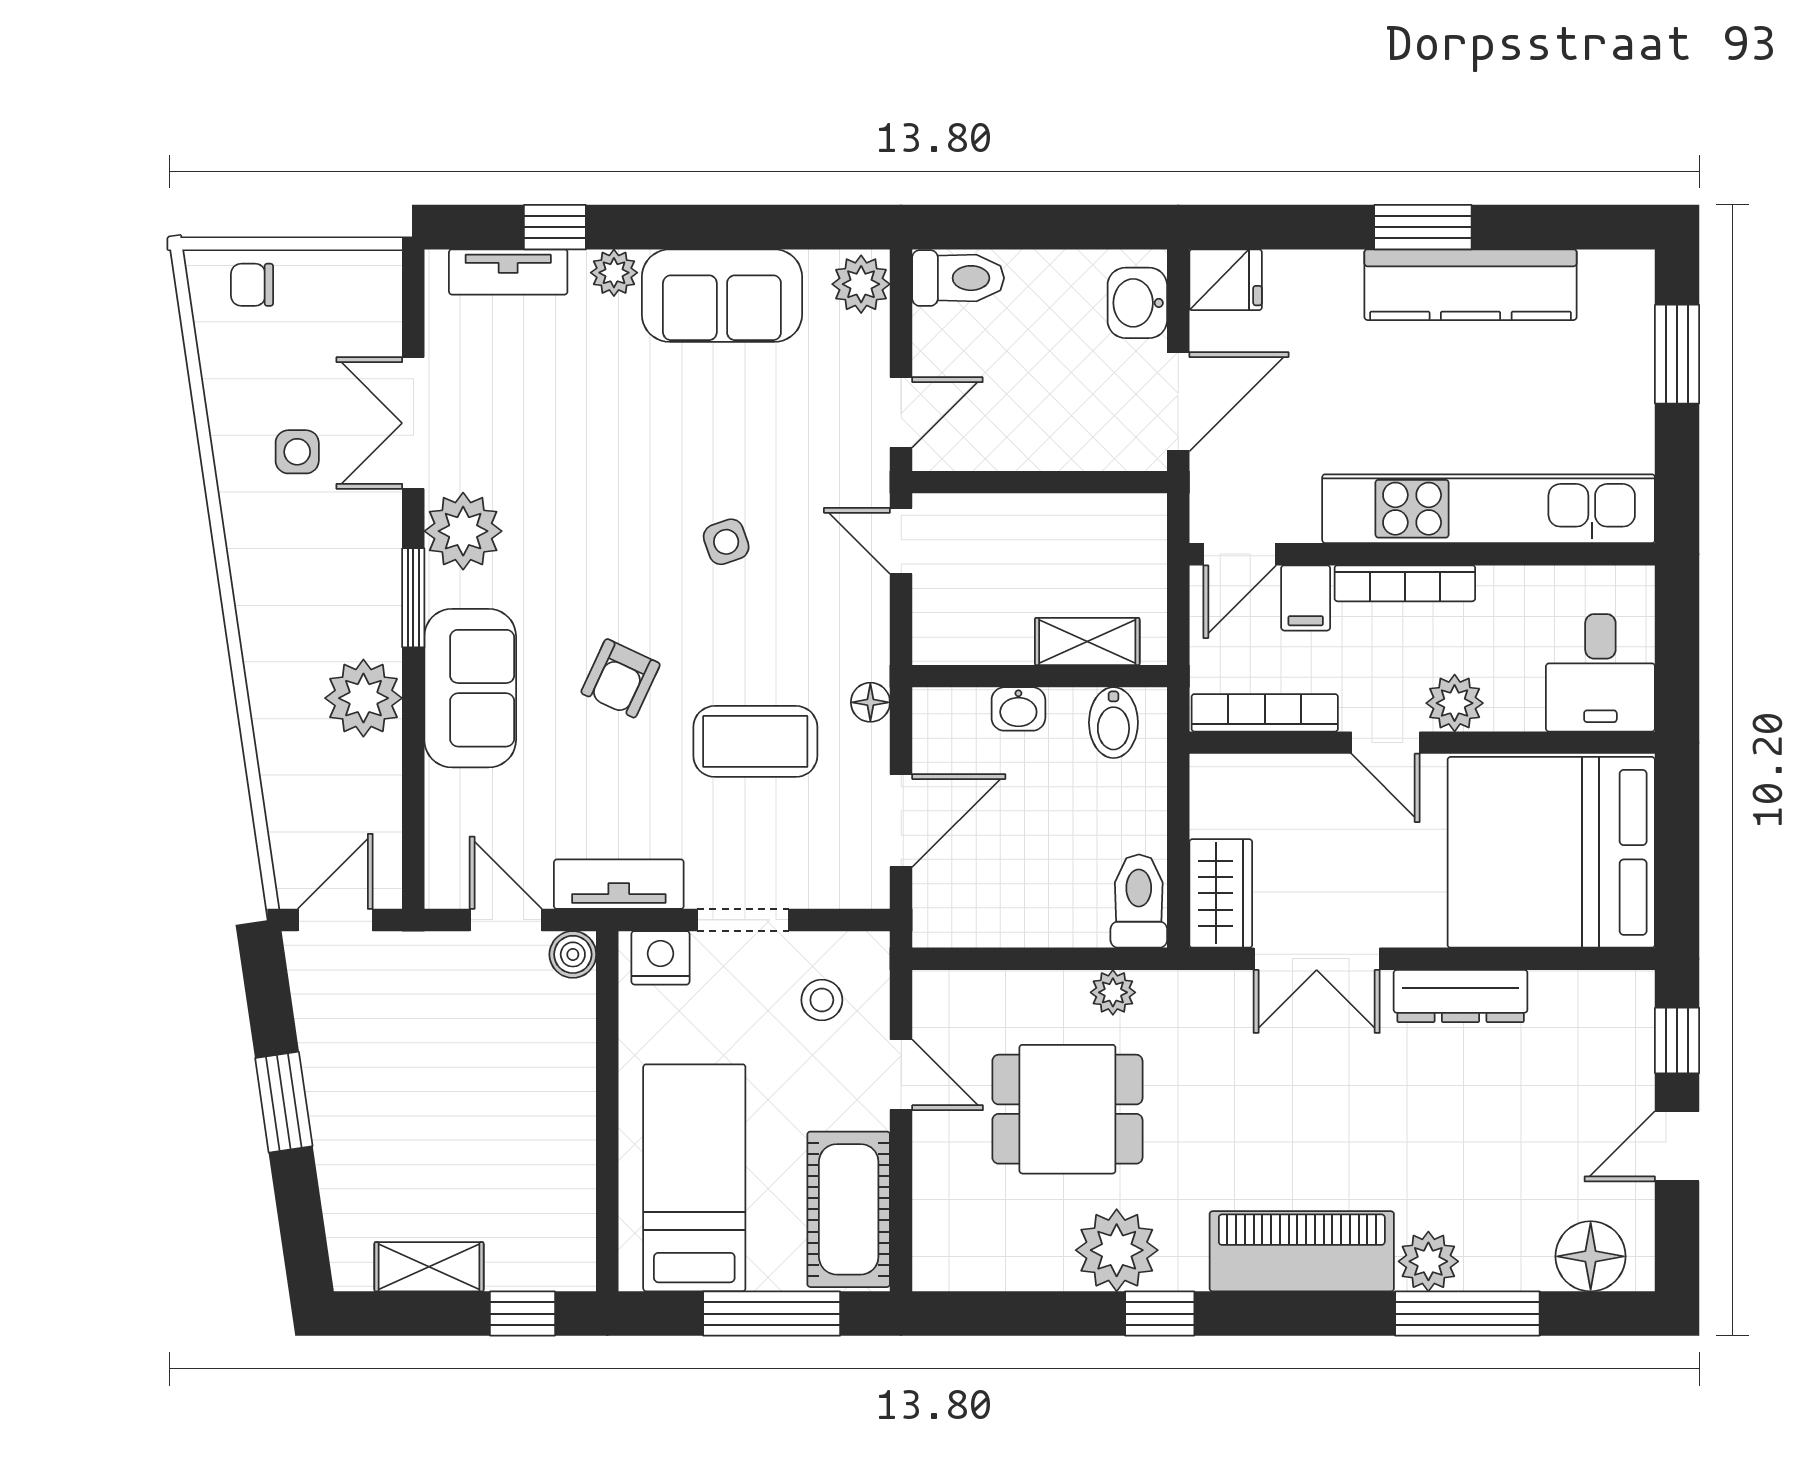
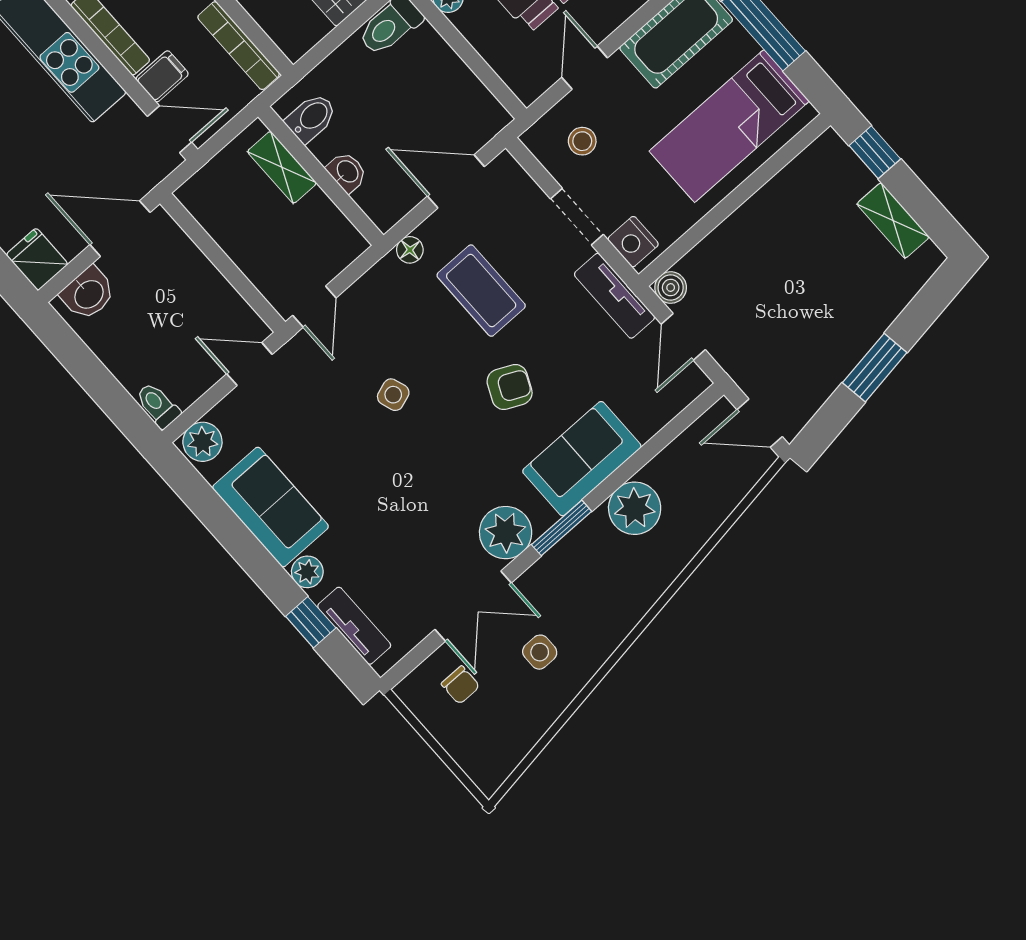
toilet: (958, 278) -> (158, 405), width x0.73, depth x0.72
chair: (252, 285) -> (461, 685), moved

